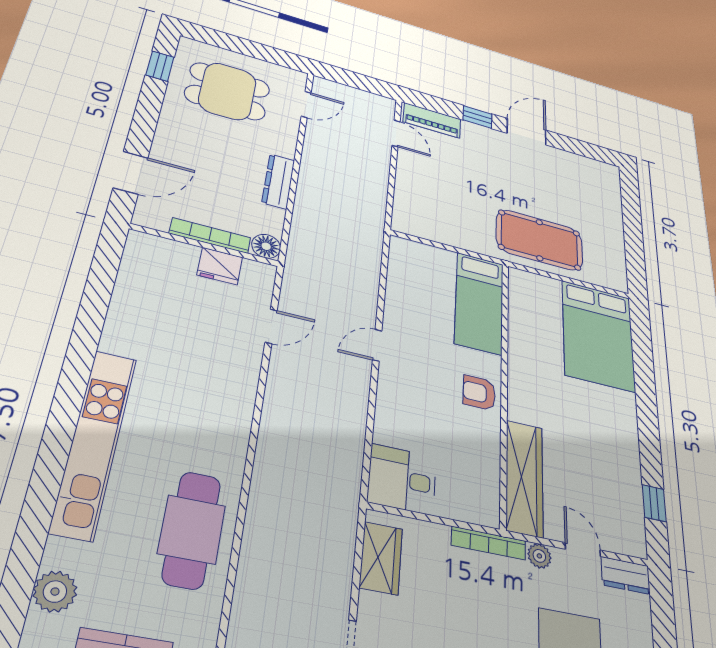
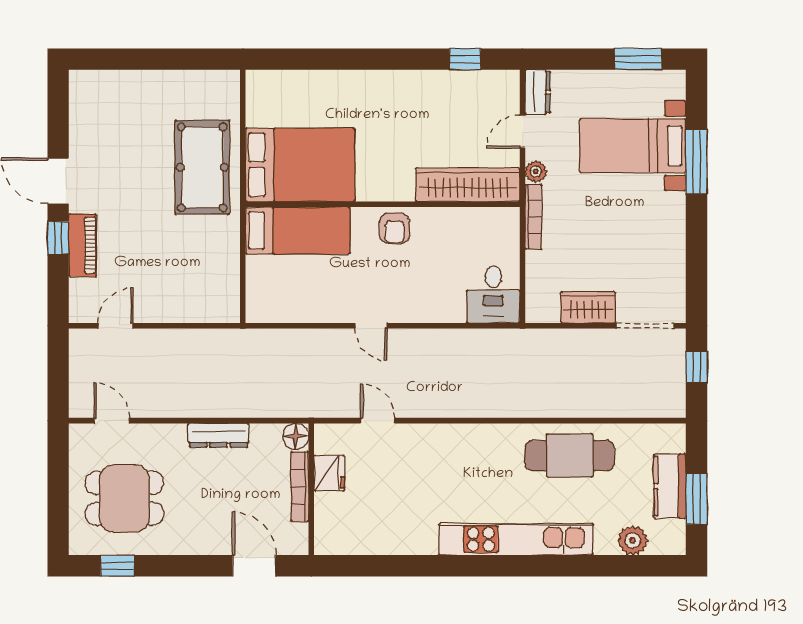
dining table: (228, 91) -> (124, 498), turned 90
piano: (432, 120) -> (83, 245), moved
bed: (598, 335) -> (300, 165), moved
wardrobe: (381, 558) -> (588, 307), moved

